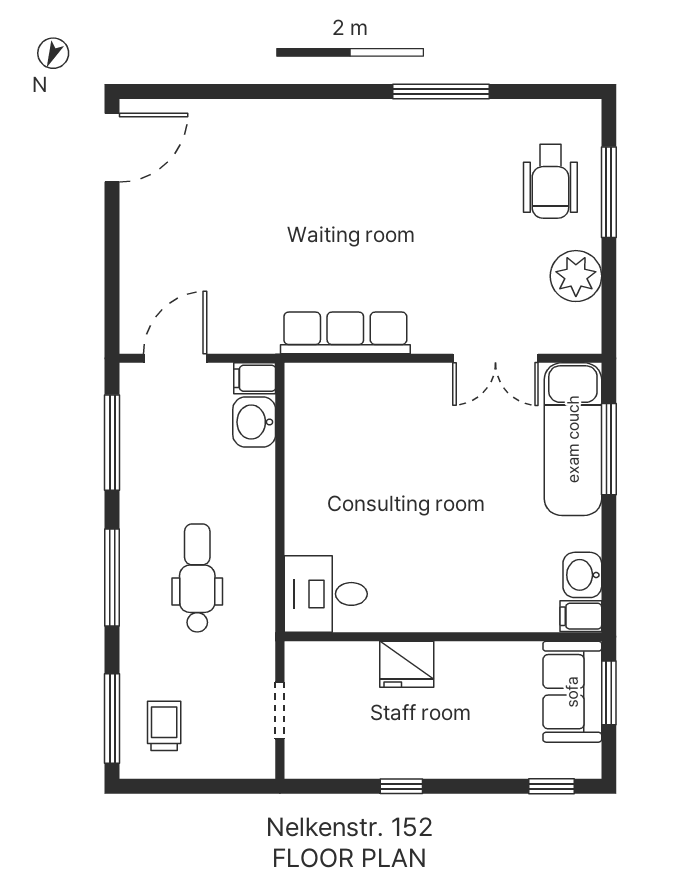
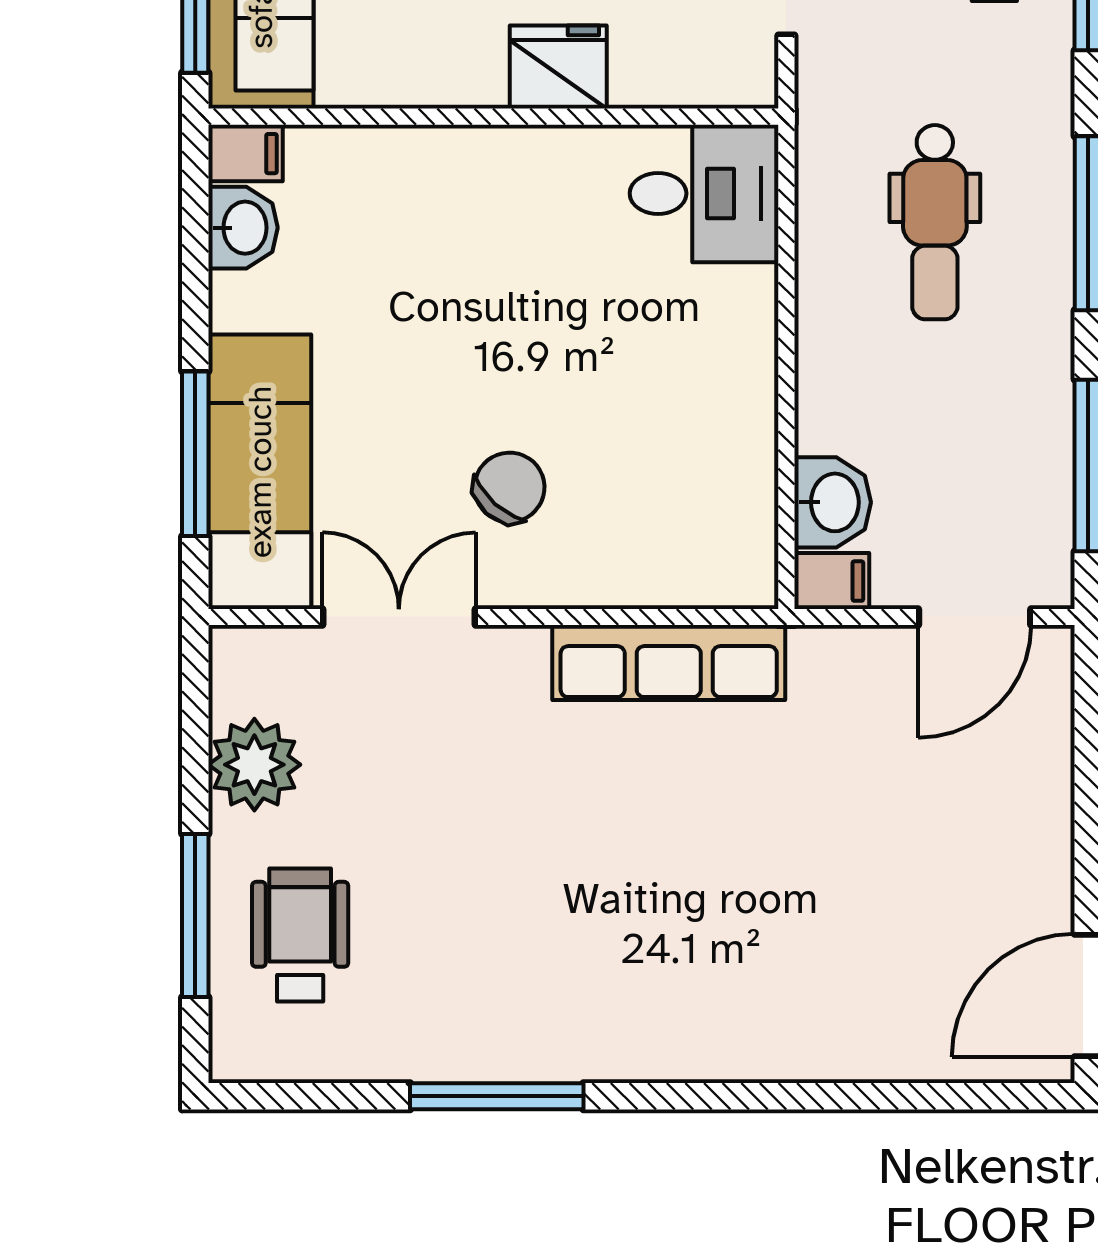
chair: (434, 430) -> (509, 487), added

